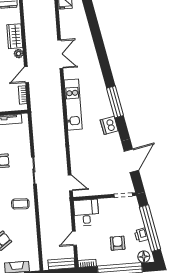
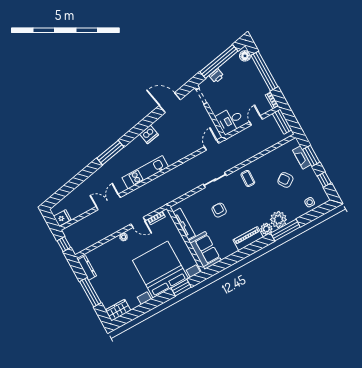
wardrobe: (15, 36) -> (111, 247), removed
window: (115, 102) -> (110, 153), moved
printer: (141, 235) -> (216, 76), moved
door: (74, 238) -> (256, 120), swing flipped
armchair: (118, 243) -> (244, 83), removed

